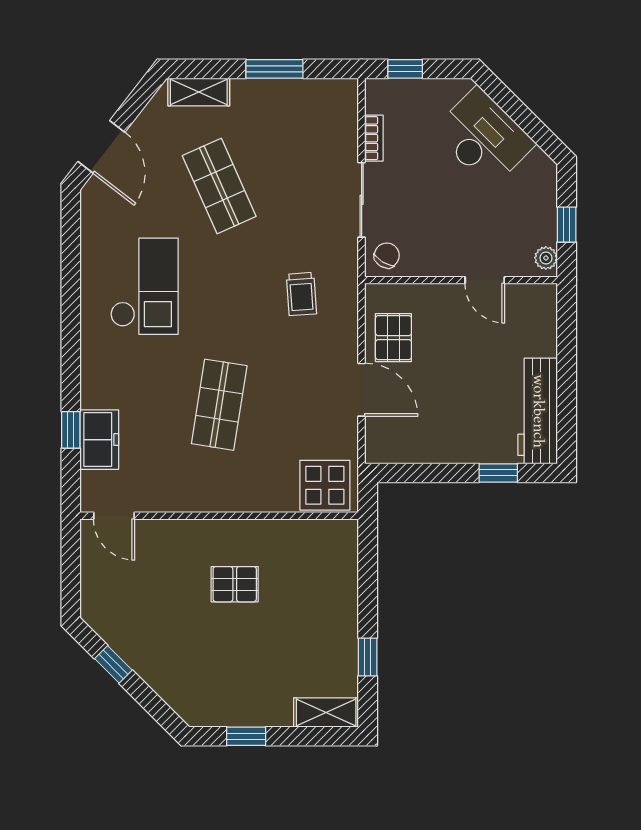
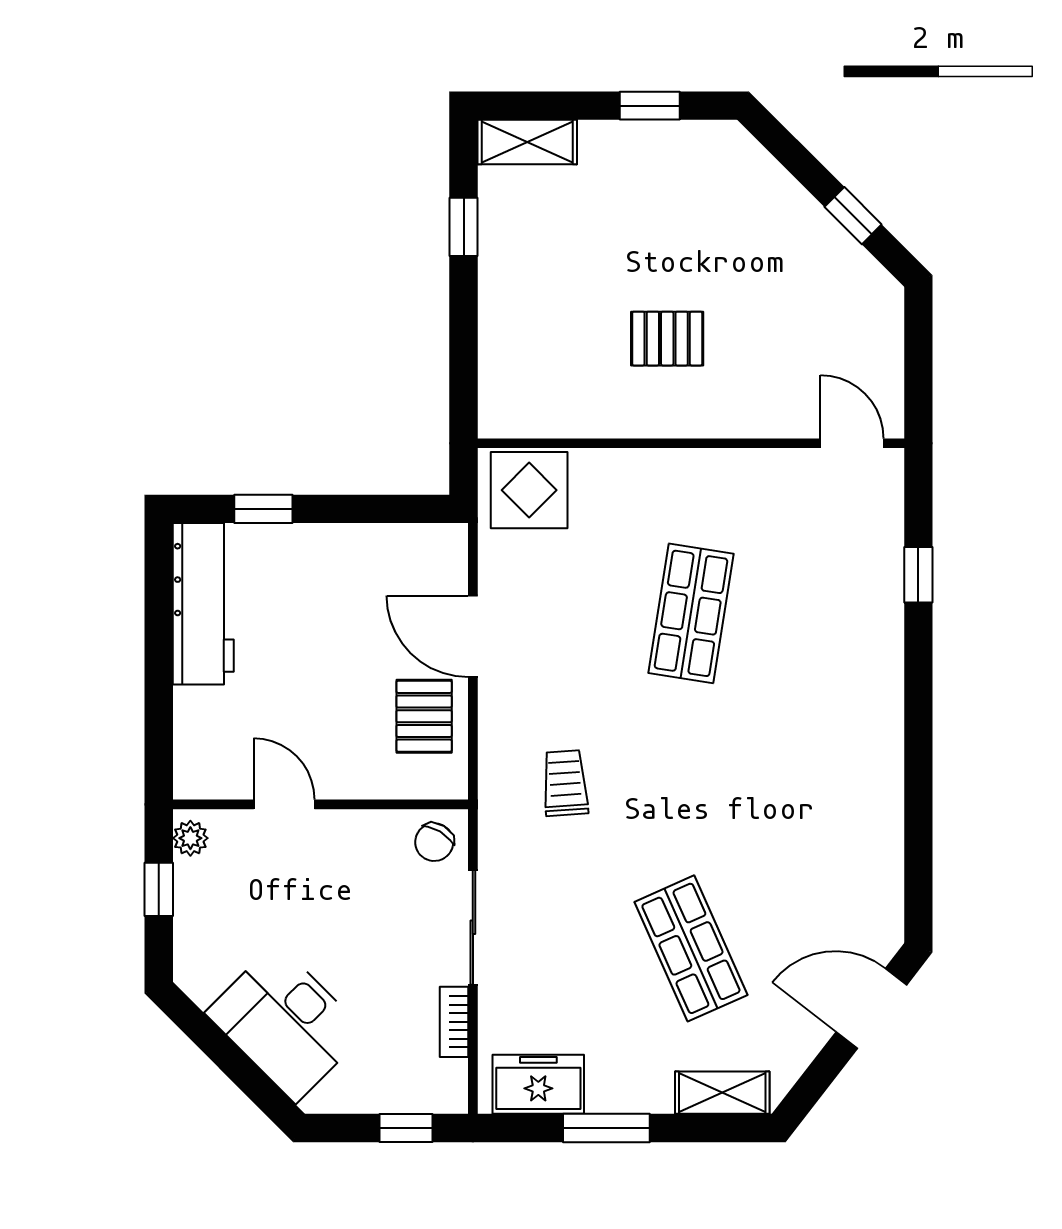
door: (101, 147) -> (871, 1008), hinge flipped
checkout: (144, 286) -> (806, 795), removed
freezer: (99, 440) -> (538, 1084), moved, turned 90

